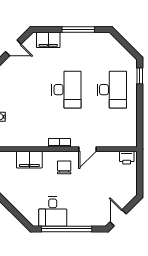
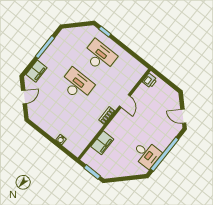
chair: (64, 167) -> (125, 125), removed

